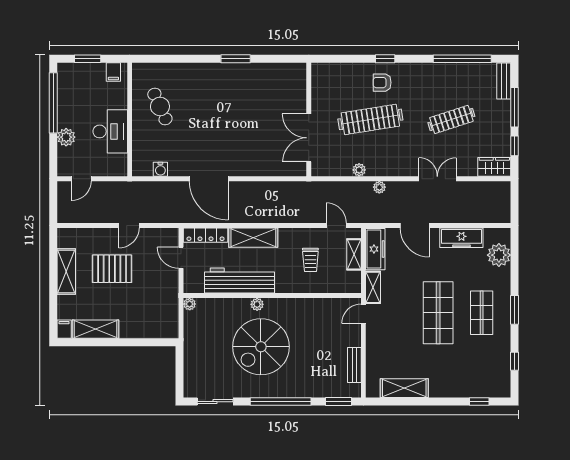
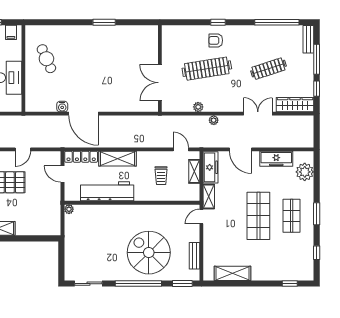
wardrobe: (494, 167) -> (295, 105), width x1.50
water cooler: (160, 169) -> (62, 107), moved
plant: (257, 304) -> (120, 209), removed
spiral stairs: (261, 347) -> (149, 253), moved, turned 90

